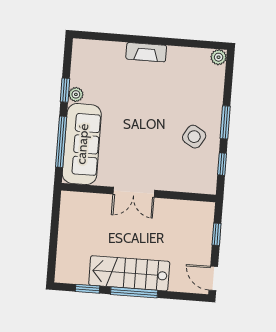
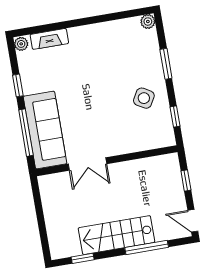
fireplace: (146, 52) -> (49, 39), moved
plant: (76, 94) -> (21, 44), moved
window: (225, 122) -> (166, 64), moved
double door: (134, 192) -> (87, 164), moved
window: (134, 292) -> (147, 247), moved

